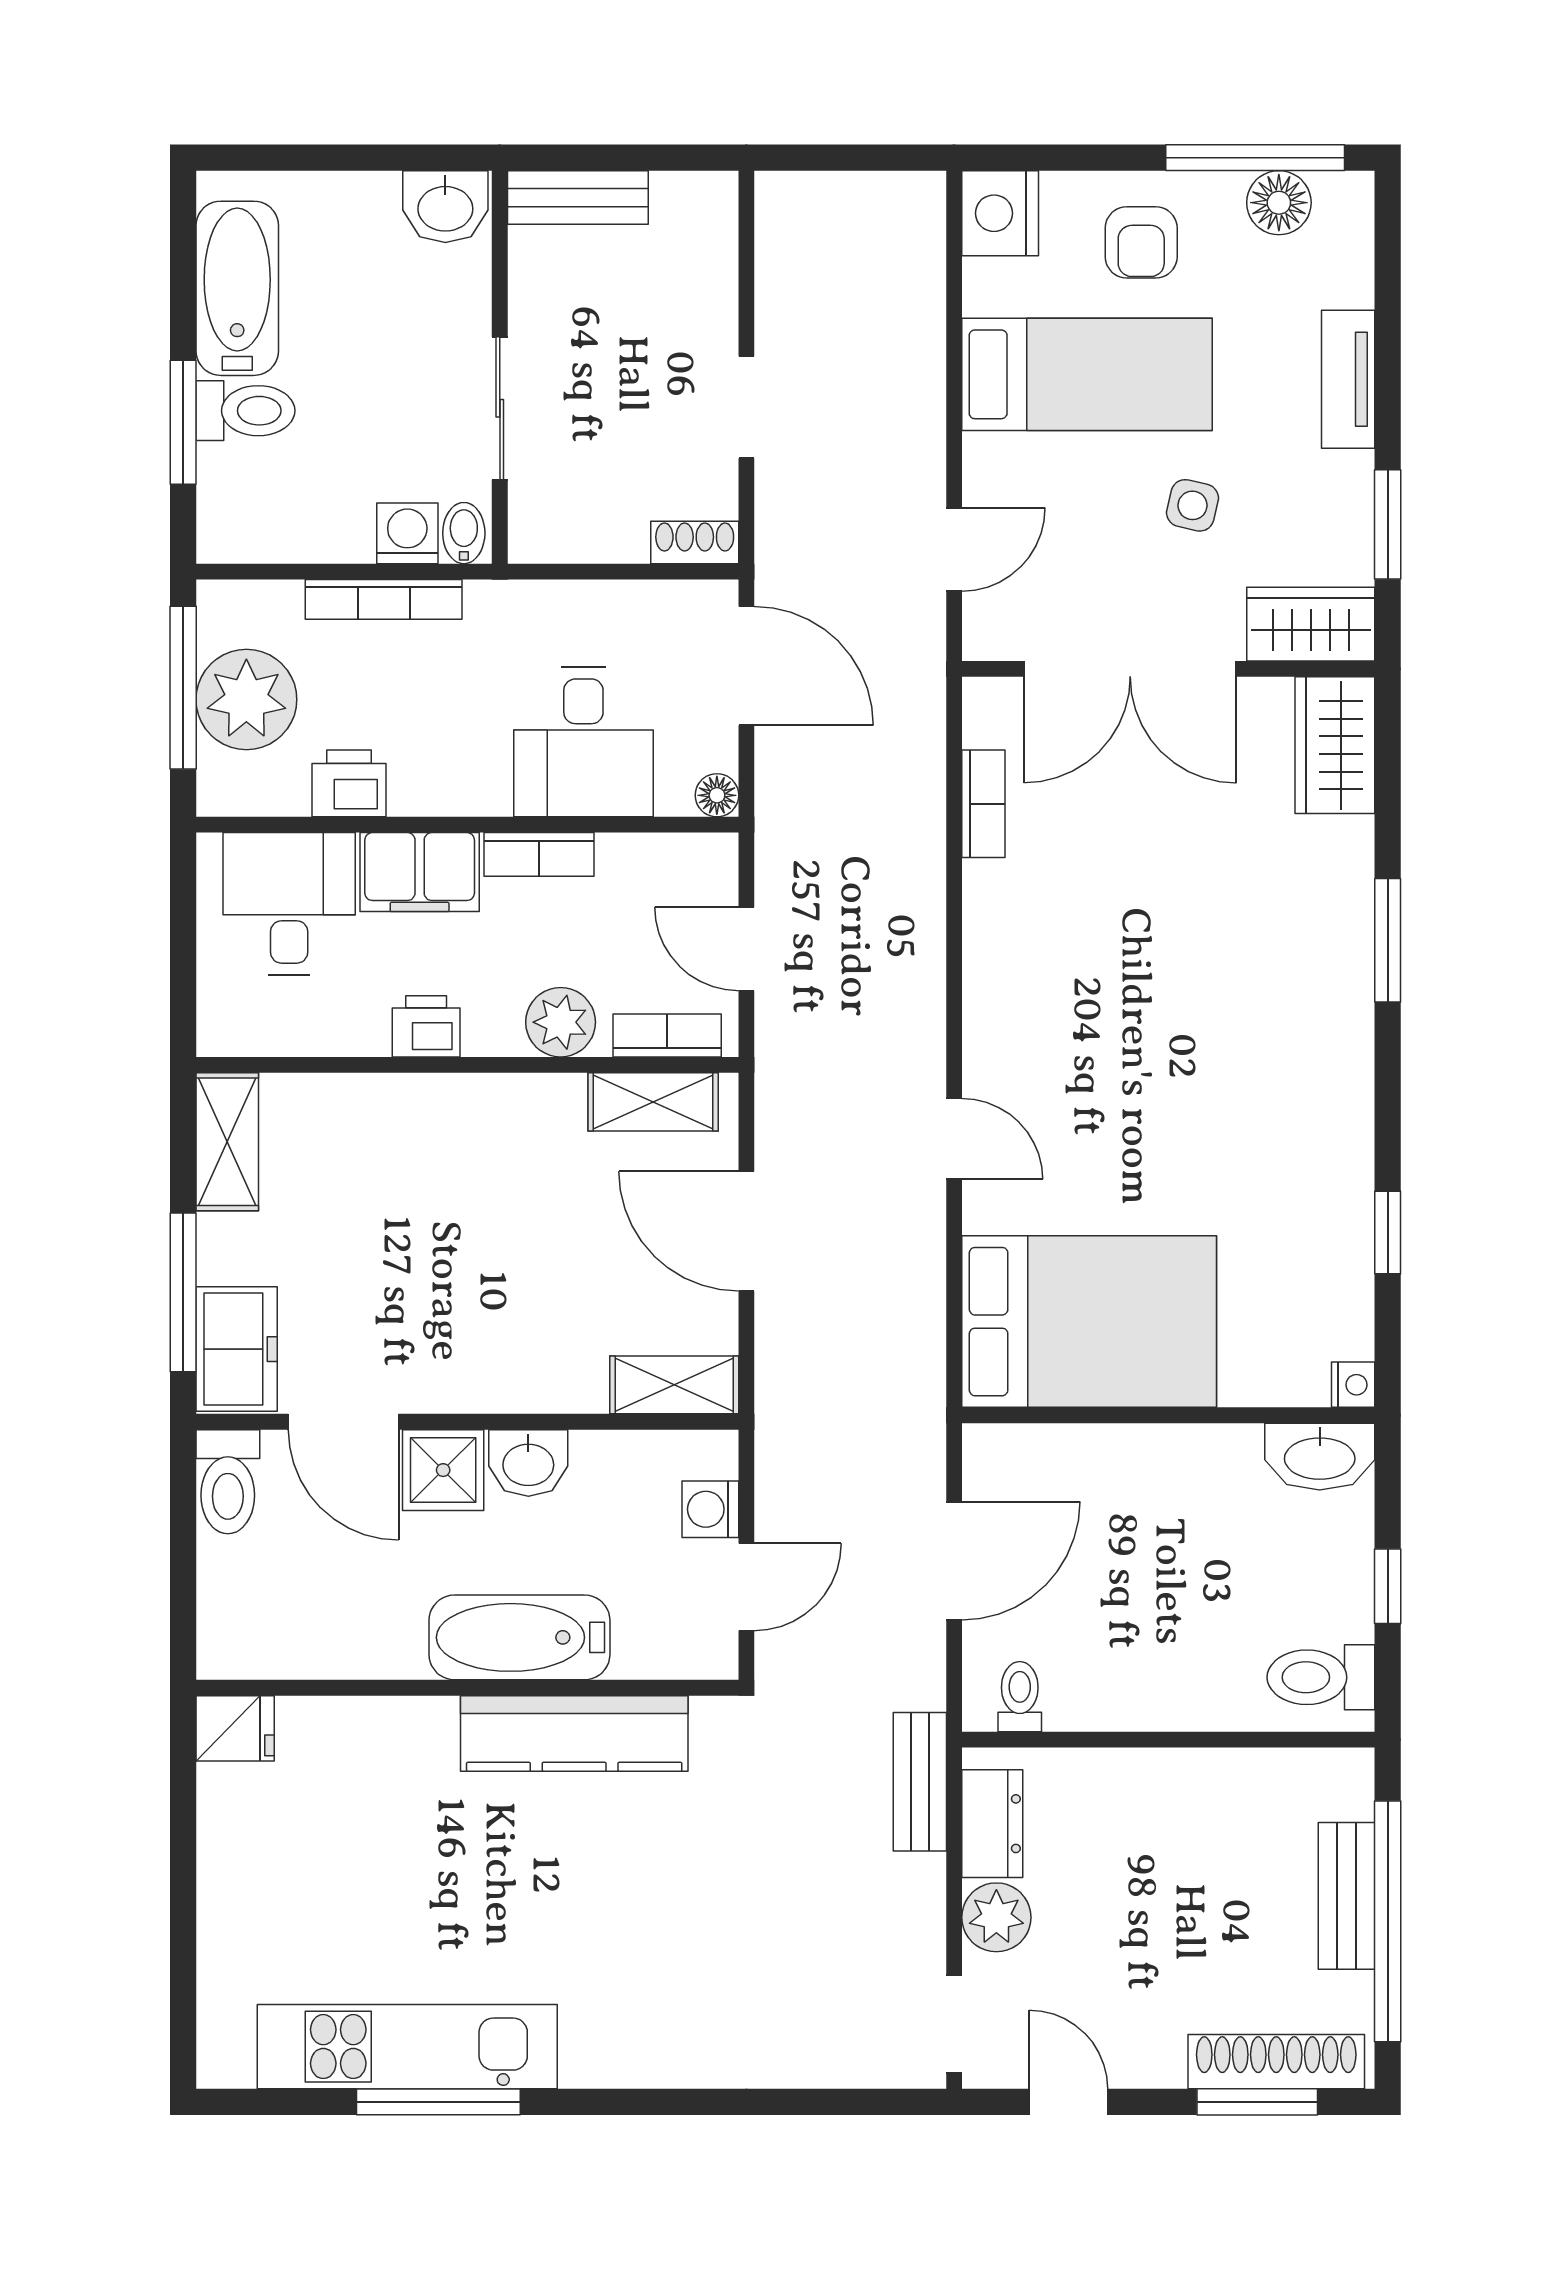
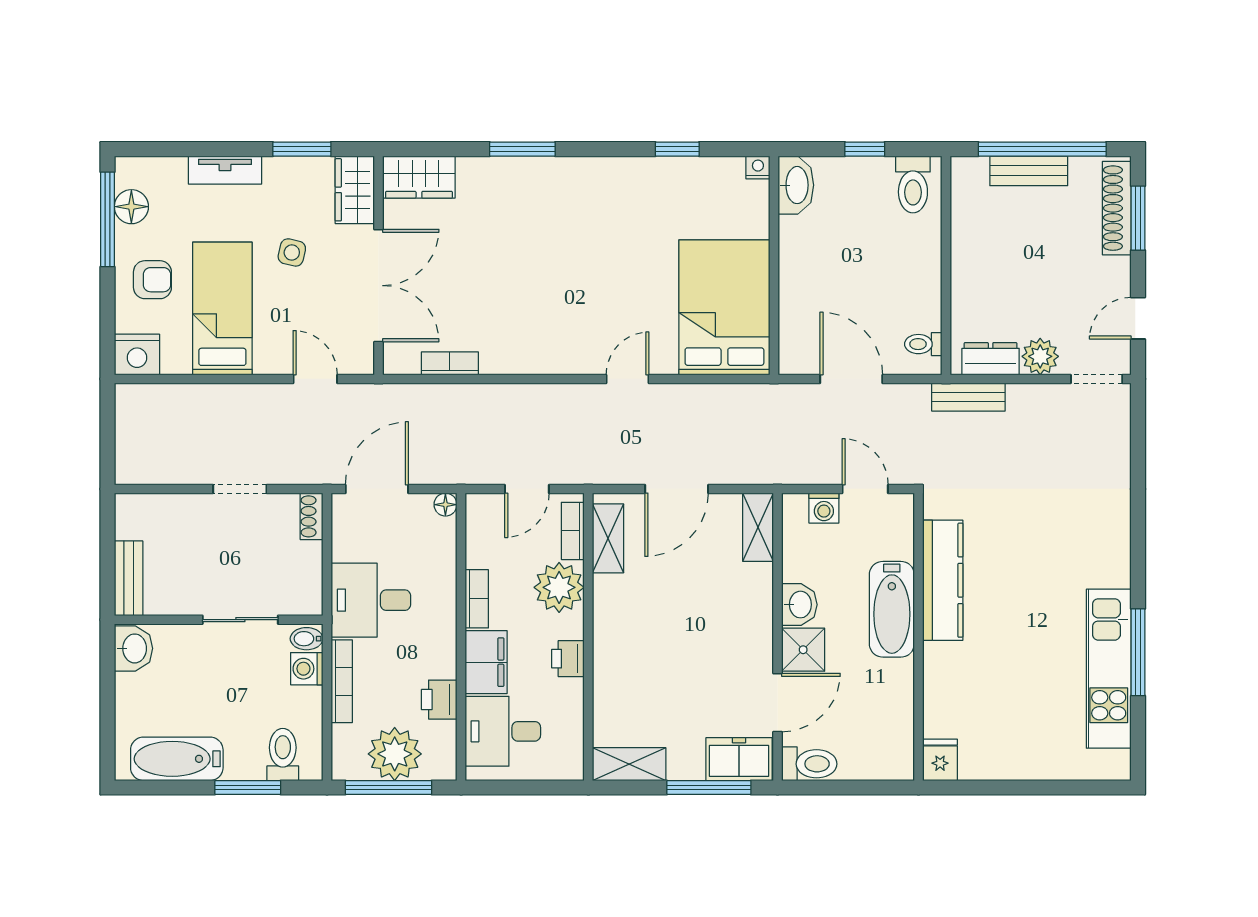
toilet: (245, 411) -> (283, 754), moved
desk: (583, 742) -> (371, 600), moved, turned 180
plant: (561, 1022) -> (559, 587), width x1.36, depth x1.36

